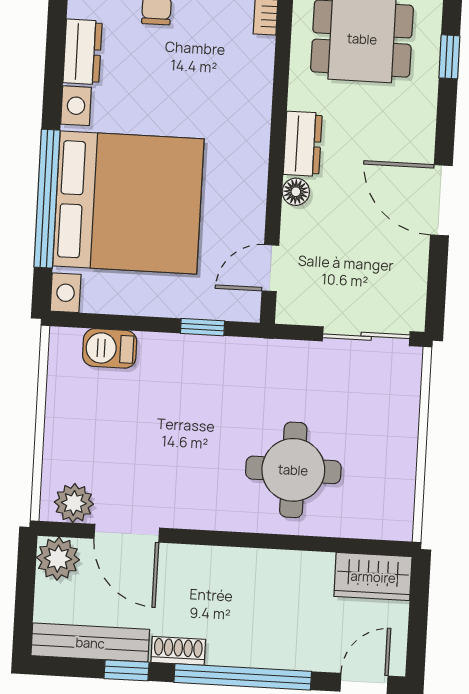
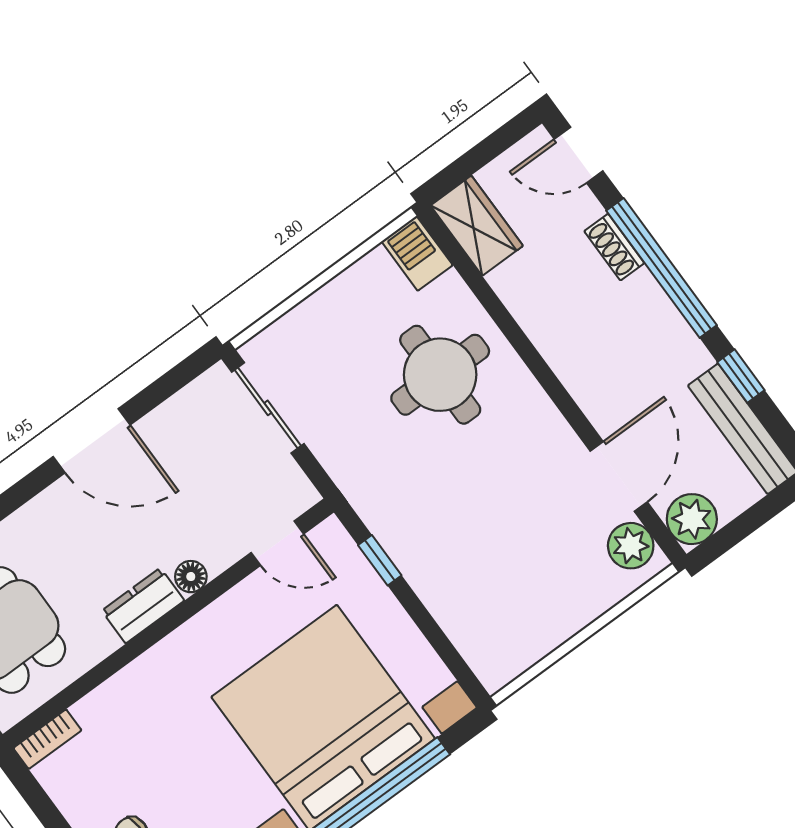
door: (441, 200) -> (92, 441), hinge flipped
barbecue: (110, 348) -> (417, 253), moved, turned 180
shoe rack: (178, 651) -> (614, 247), moved

